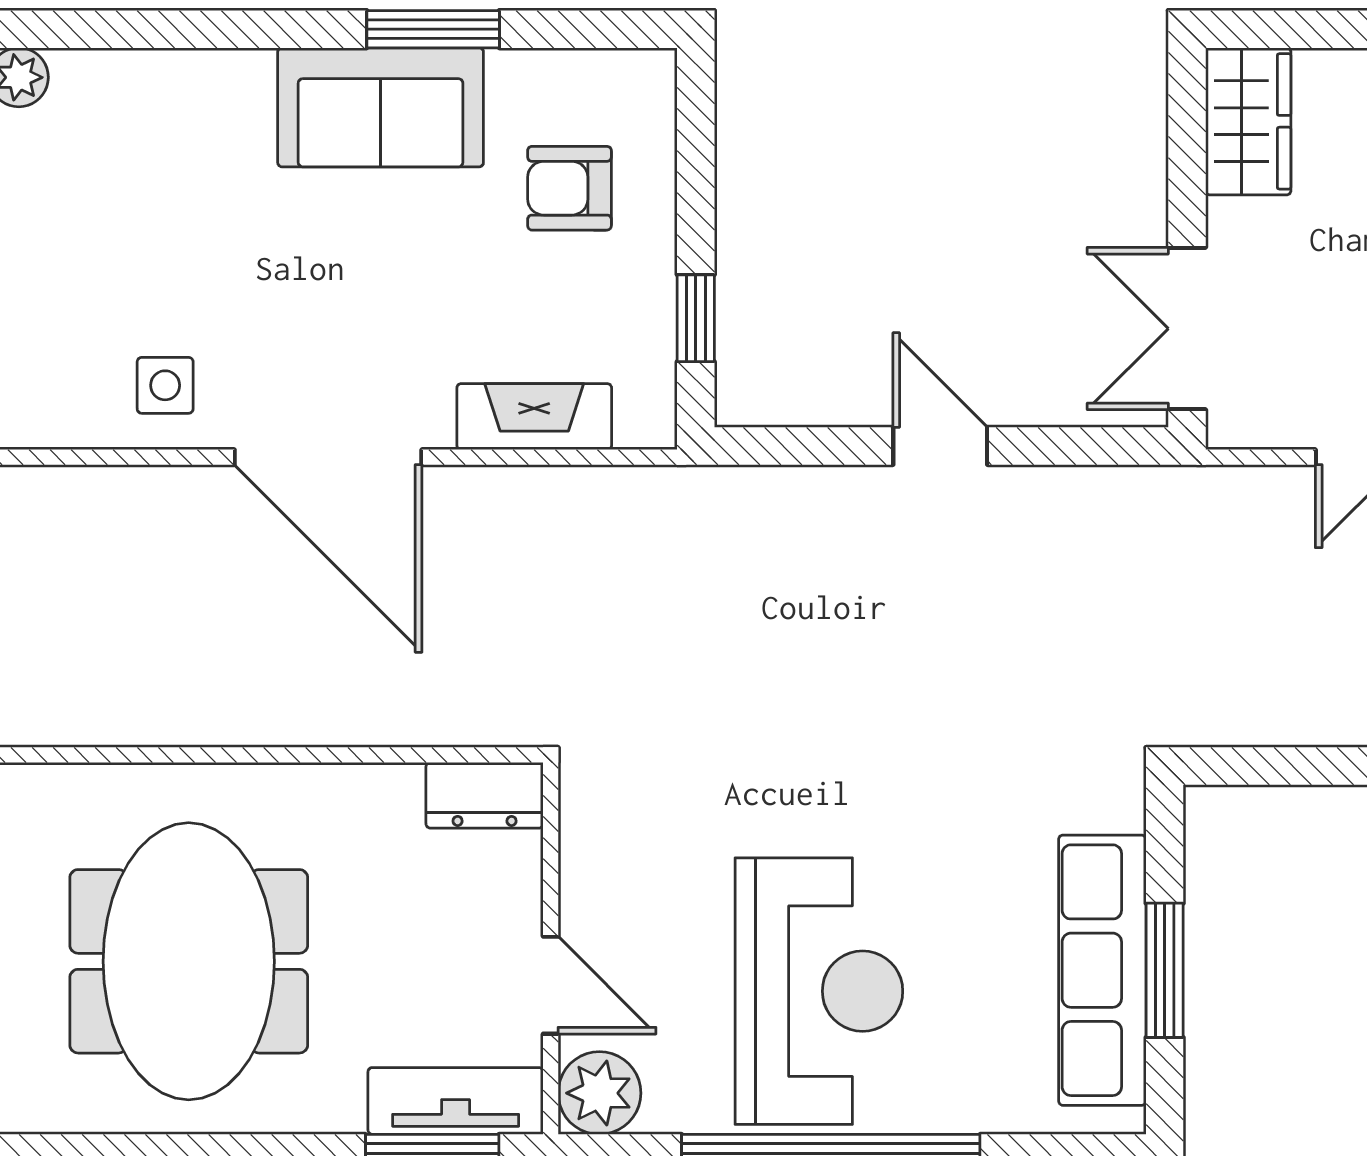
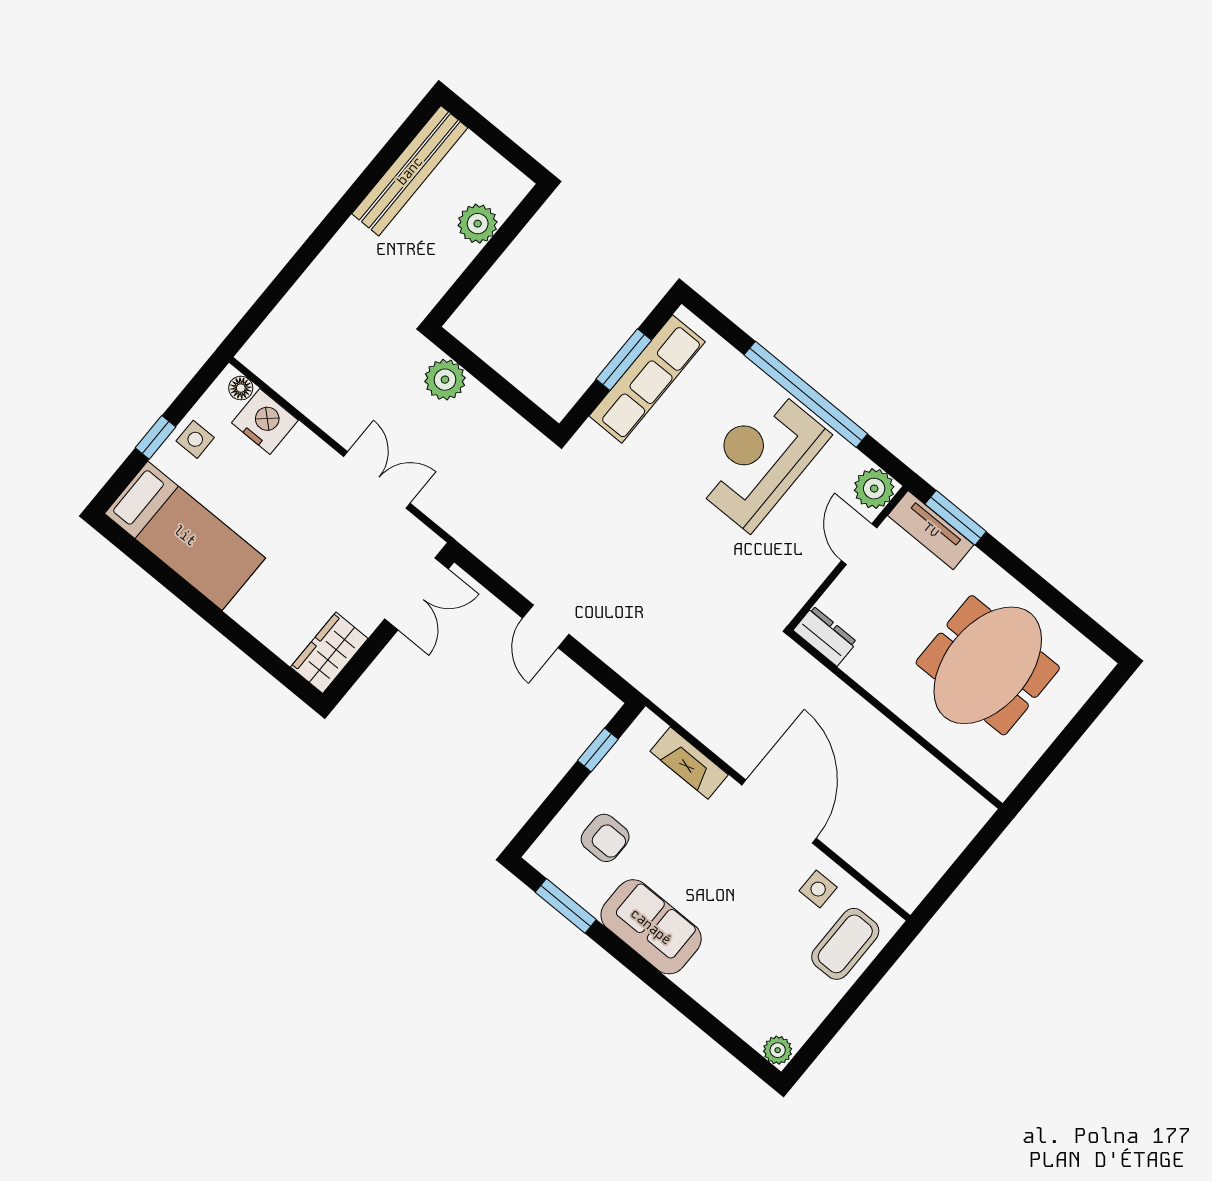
window: (433, 29) -> (566, 906), moved
coffee table: (51, 334) -> (845, 944), added

